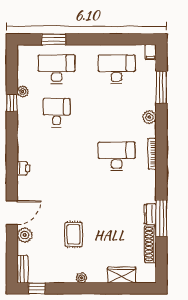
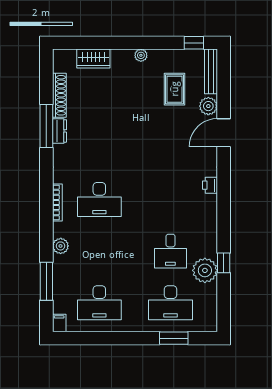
plant: (23, 92) -> (205, 270), width x1.88, depth x1.88
rug: (74, 234) -> (175, 89), moved
bench: (22, 269) -> (211, 71), width x1.36

